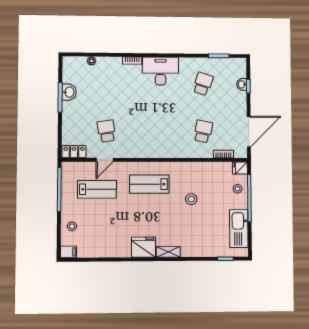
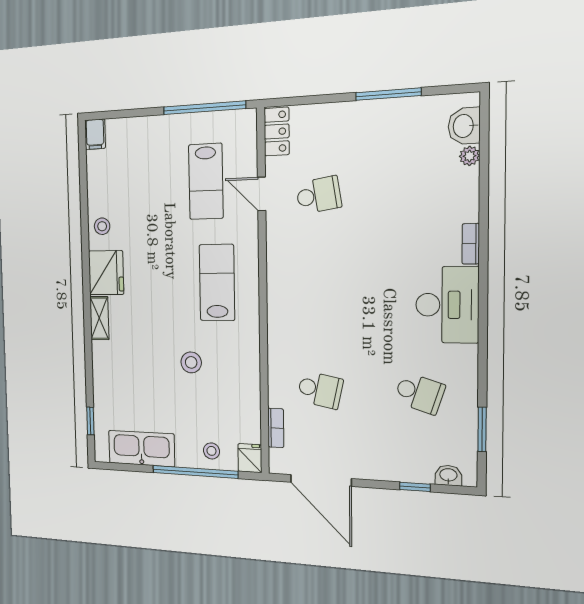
washbasin: (242, 84) -> (448, 475), moved
washbasin: (69, 92) -> (464, 126), moved, turned 90
stool: (72, 226) -> (102, 226), moved

